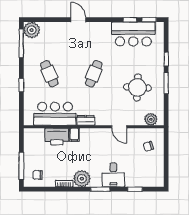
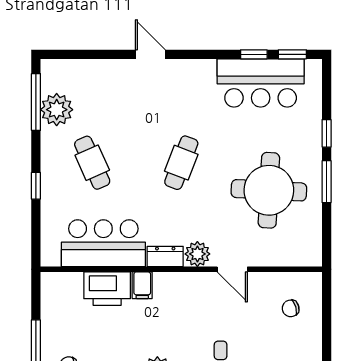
plant: (32, 30) -> (57, 110), moved
round table: (137, 87) -> (269, 190), width x1.36, depth x1.36
plant: (151, 119) -> (197, 254), moved

